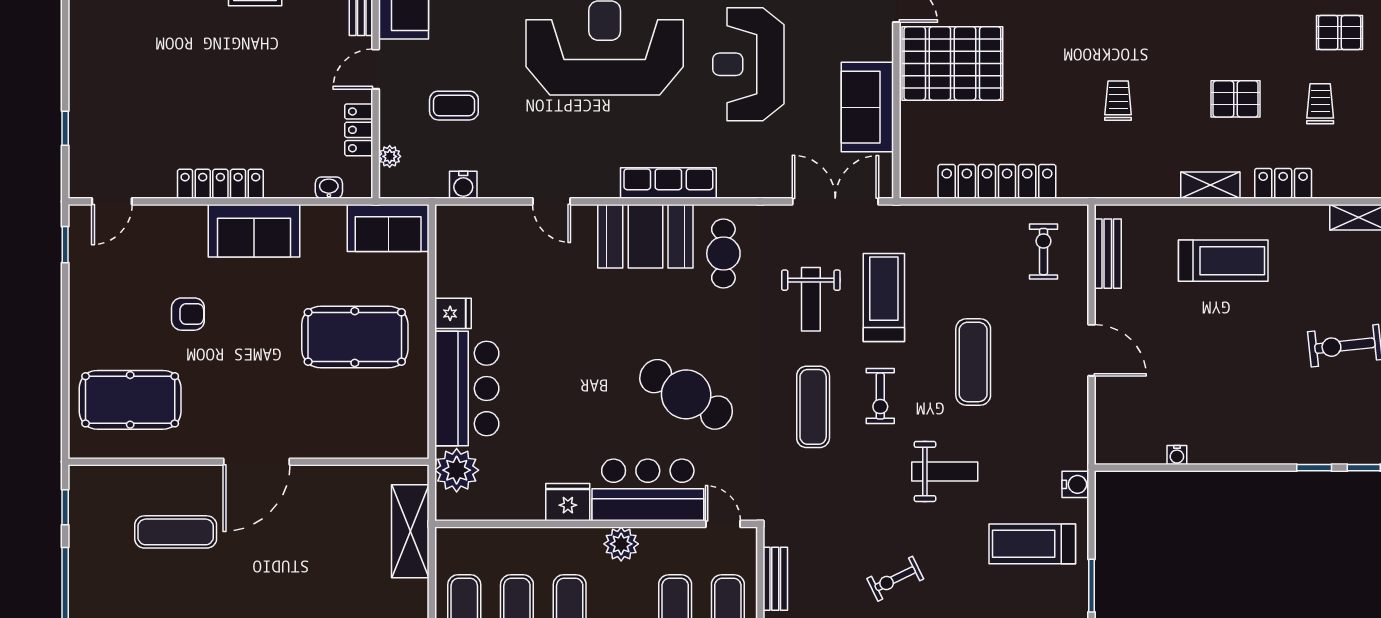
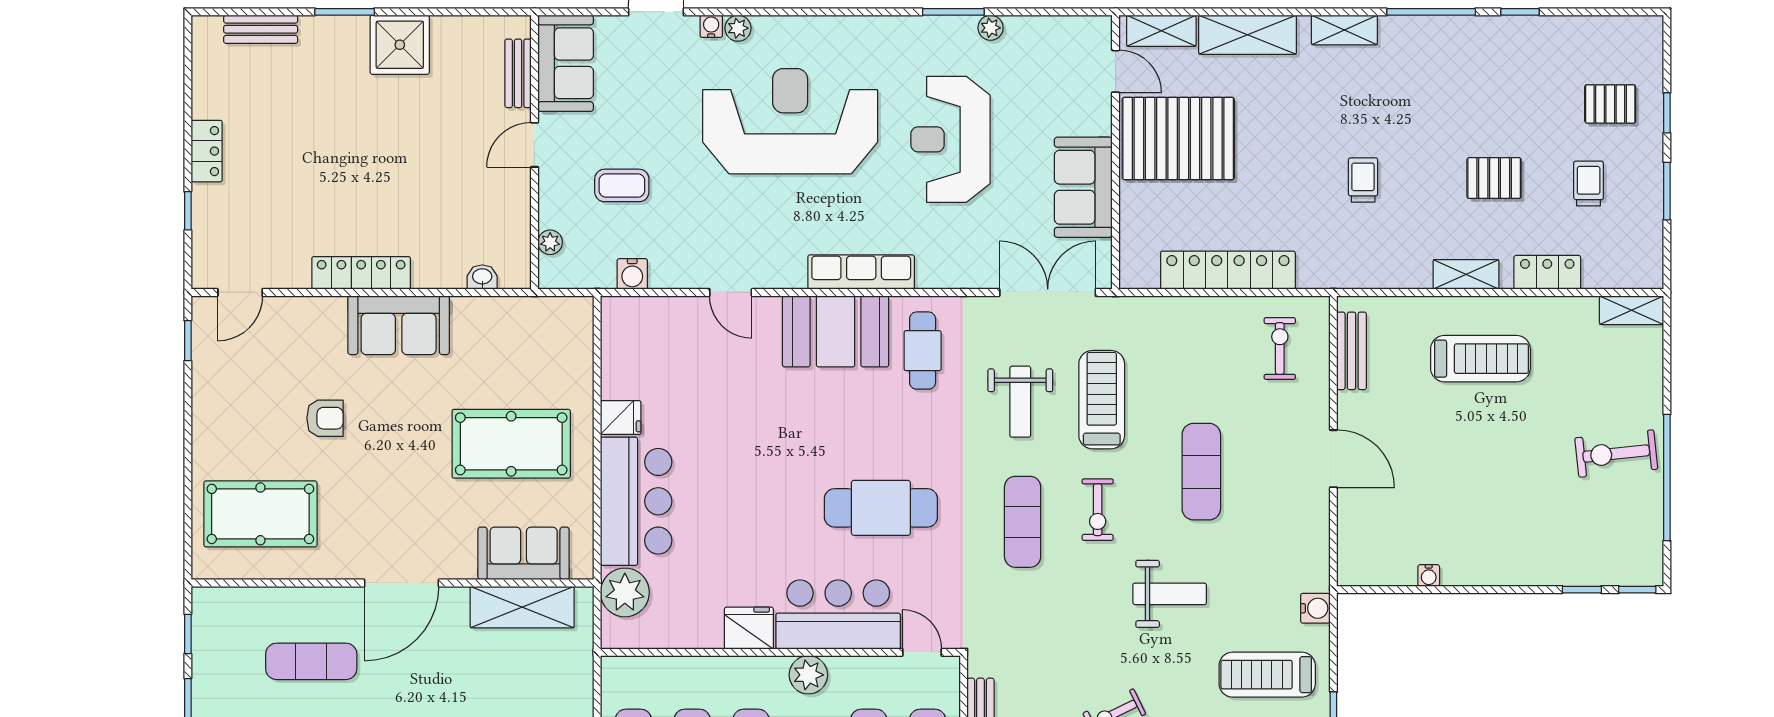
locker: (359, 130) -> (207, 151), moved, turned 180
sofa: (388, 228) -> (524, 553), moved, turned 180
cafe table: (686, 394) -> (881, 508), turned -31
shelving: (410, 531) -> (522, 607), moved, turned 90

